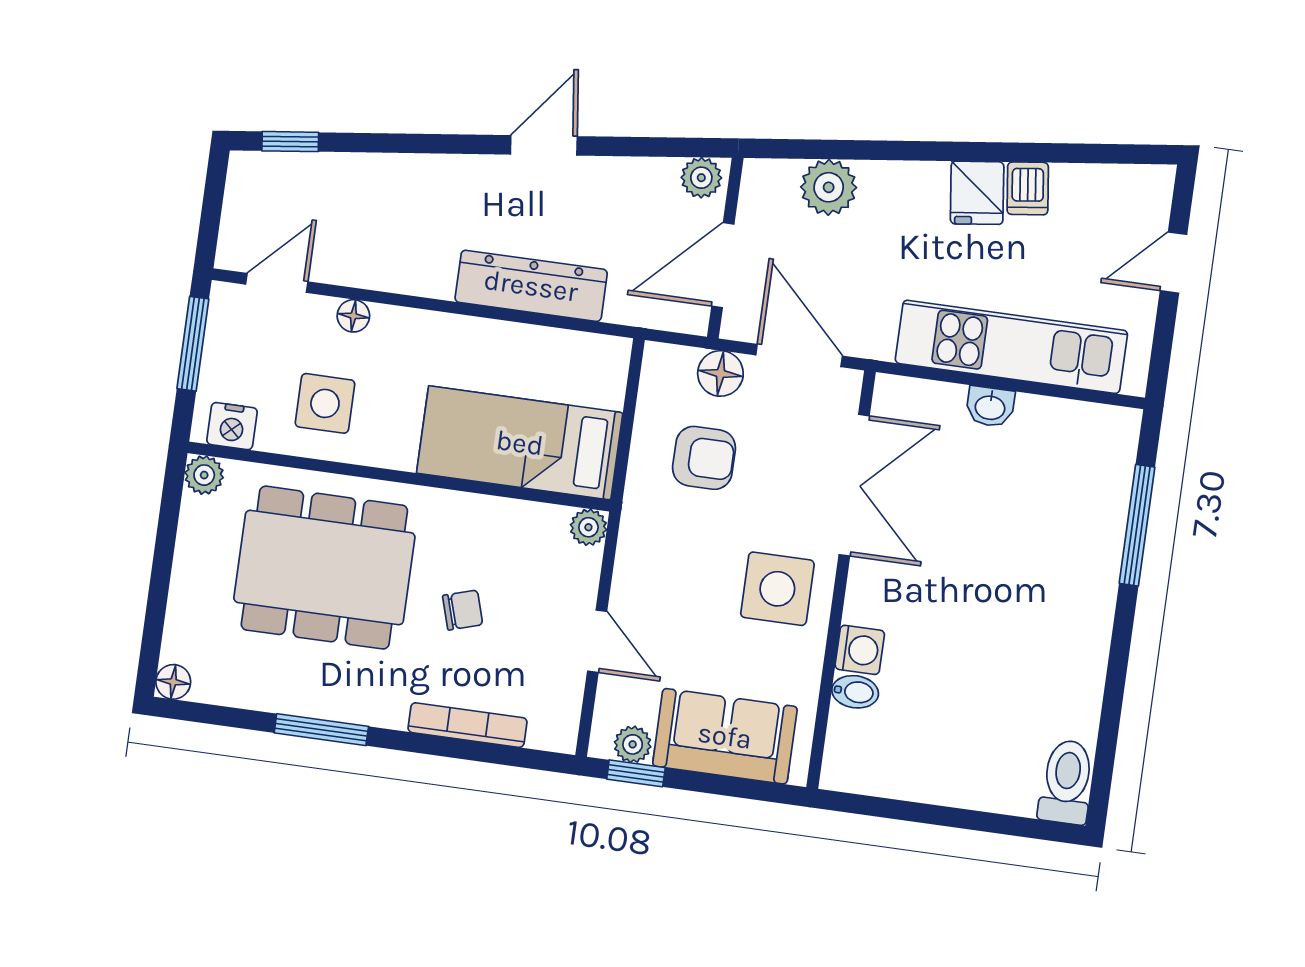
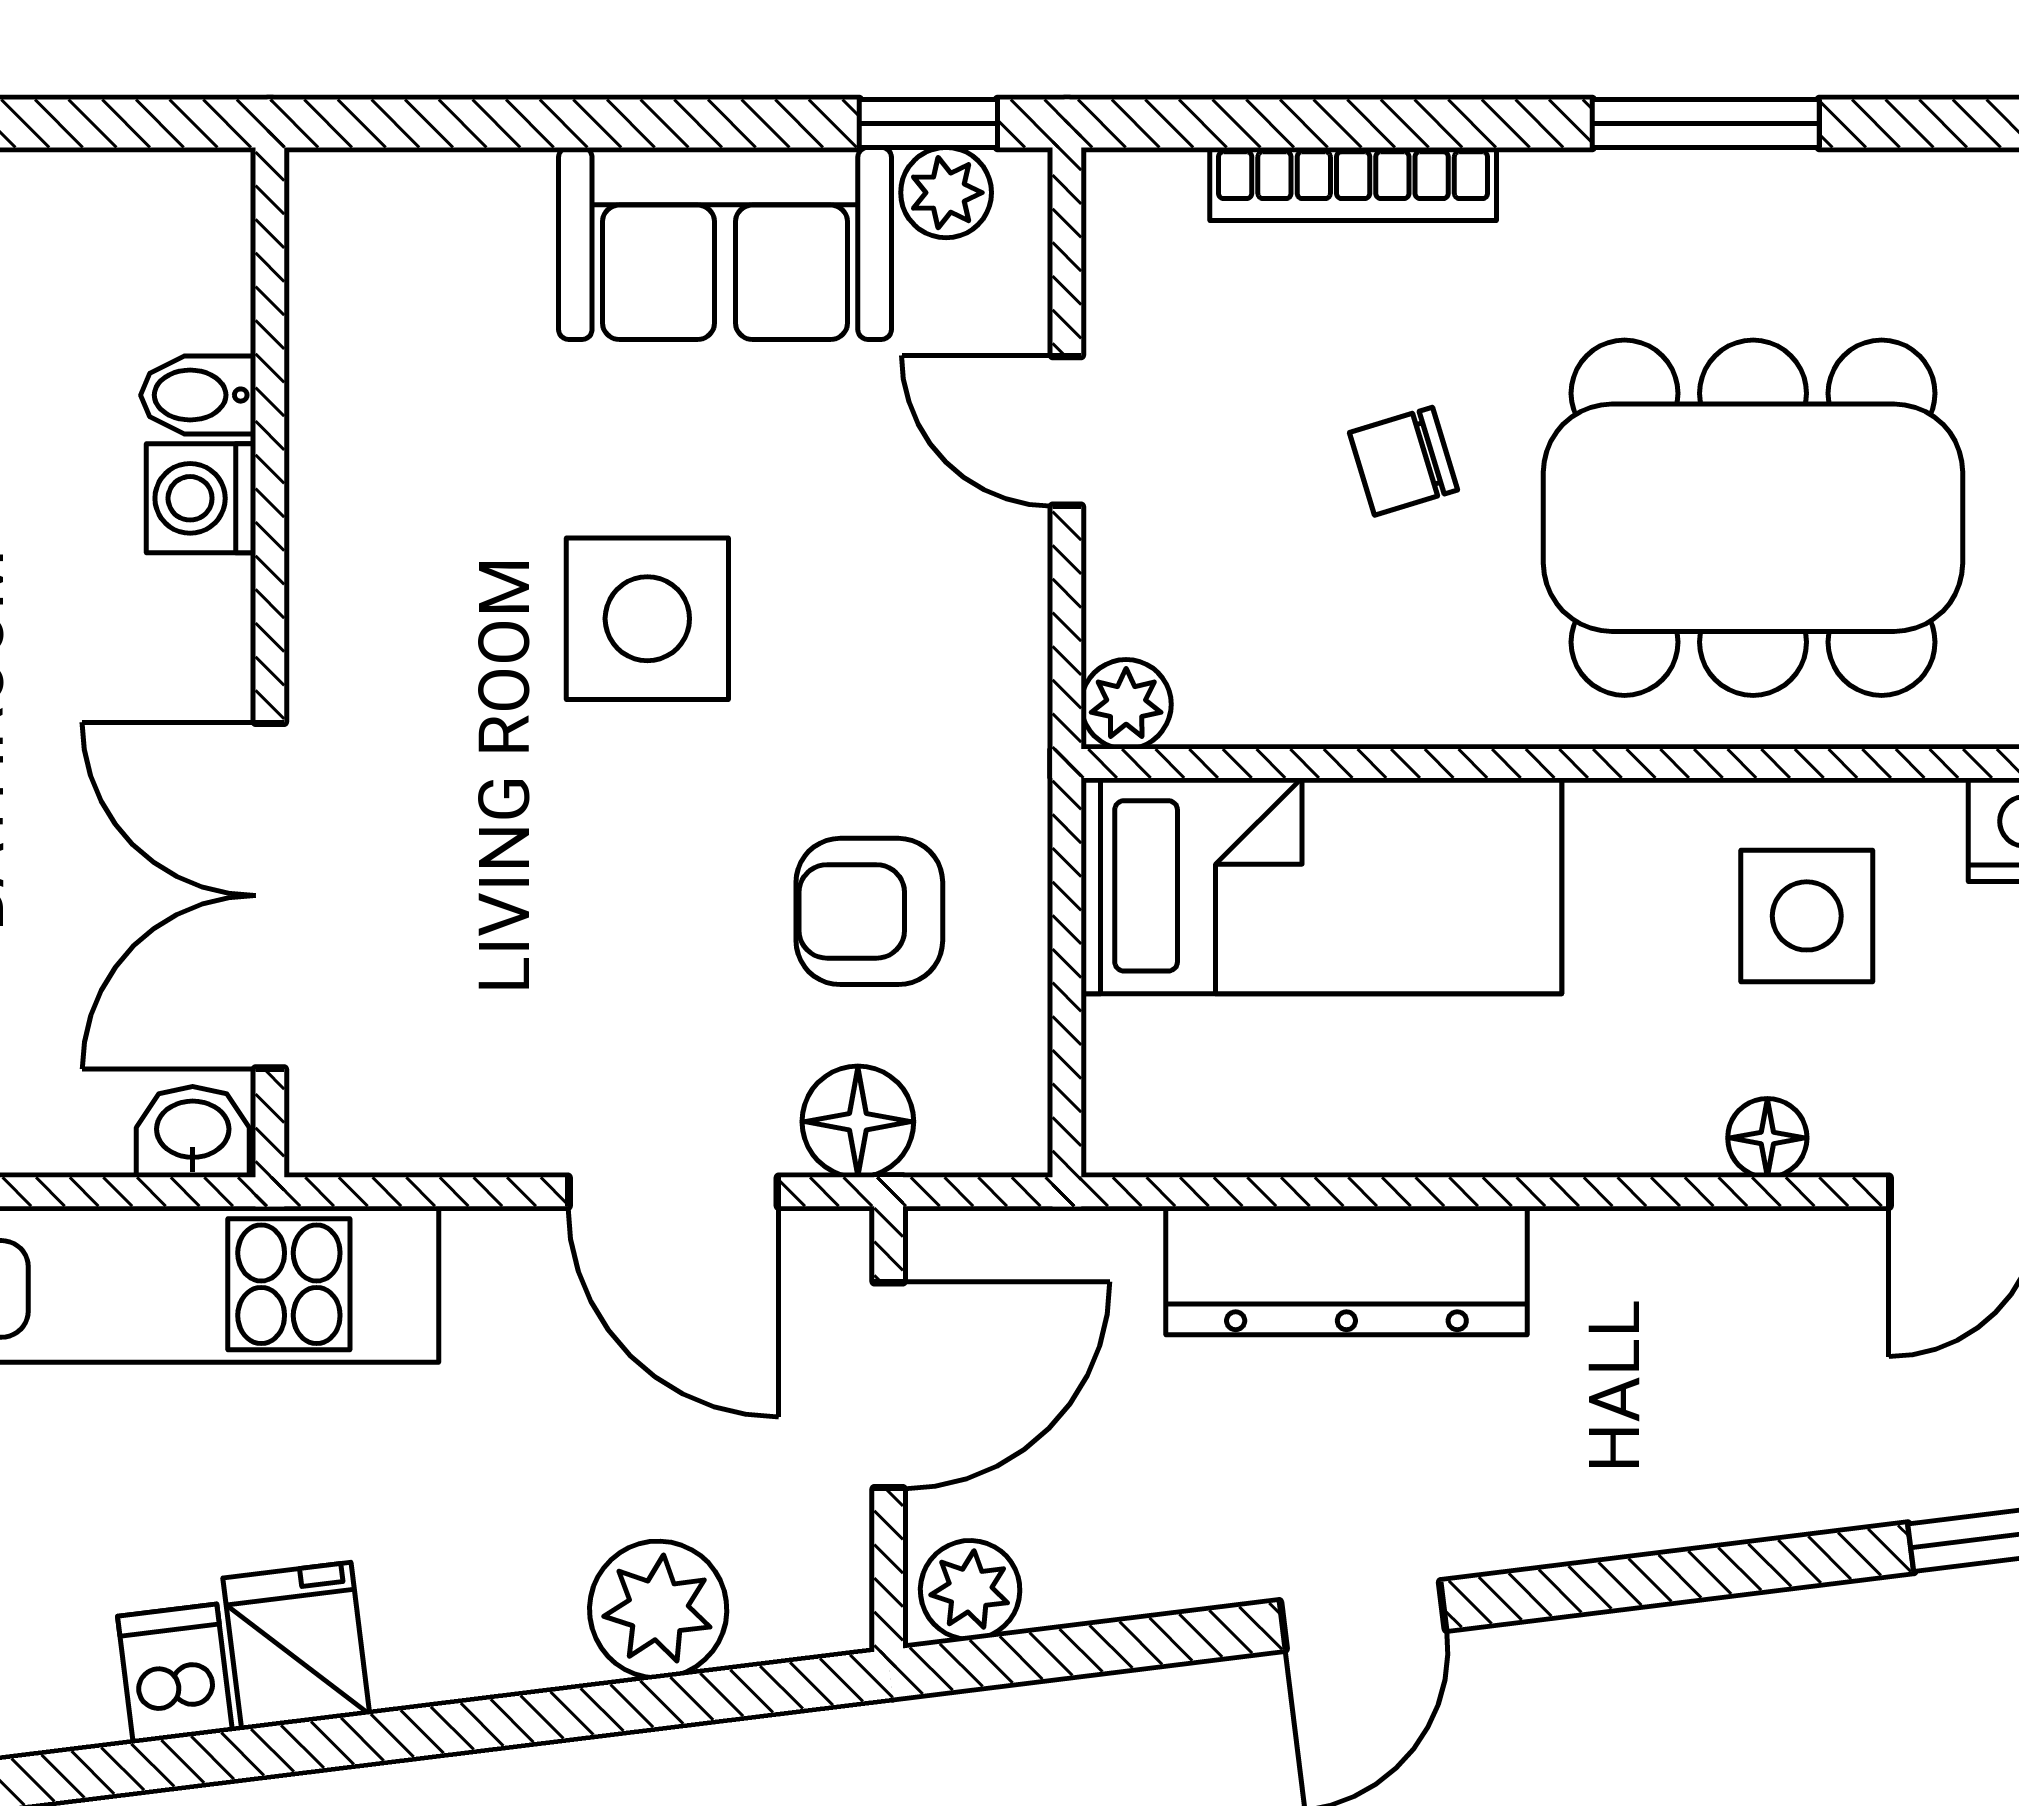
double door: (854, 485) -> (270, 896), moved
wall: (841, 580) -> (270, 662), moved
washing machine: (860, 650) -> (201, 498), moved
bidet: (855, 692) -> (198, 395), moved

